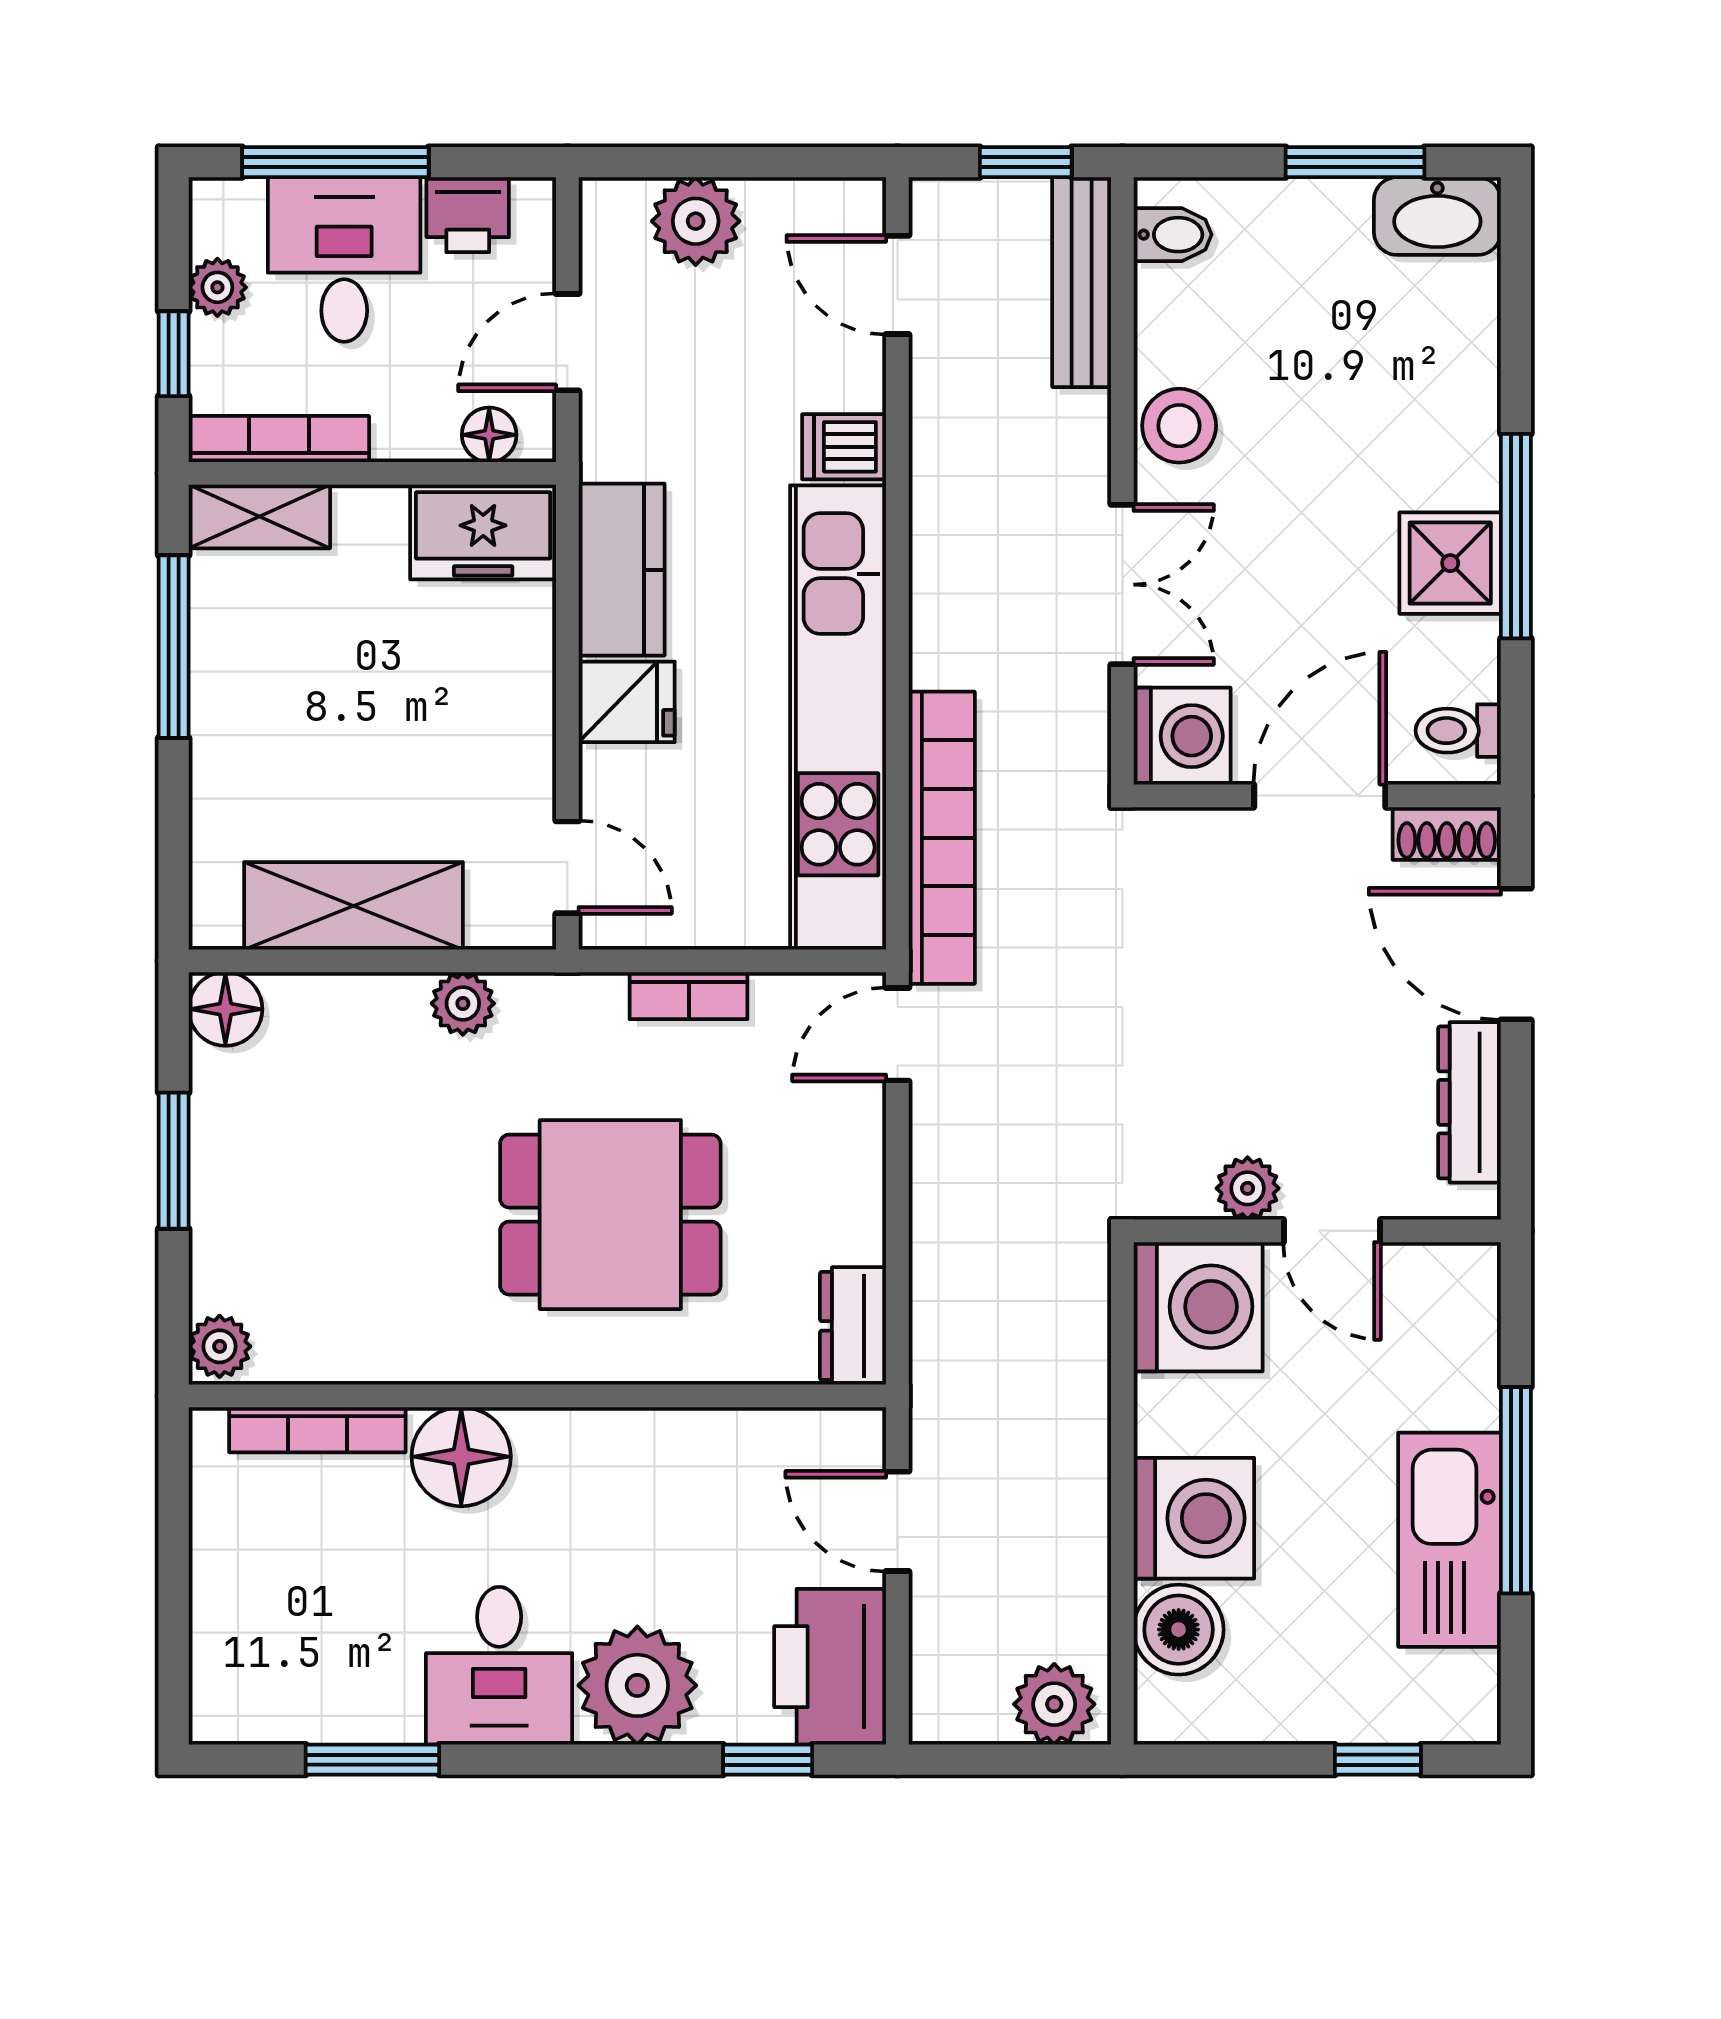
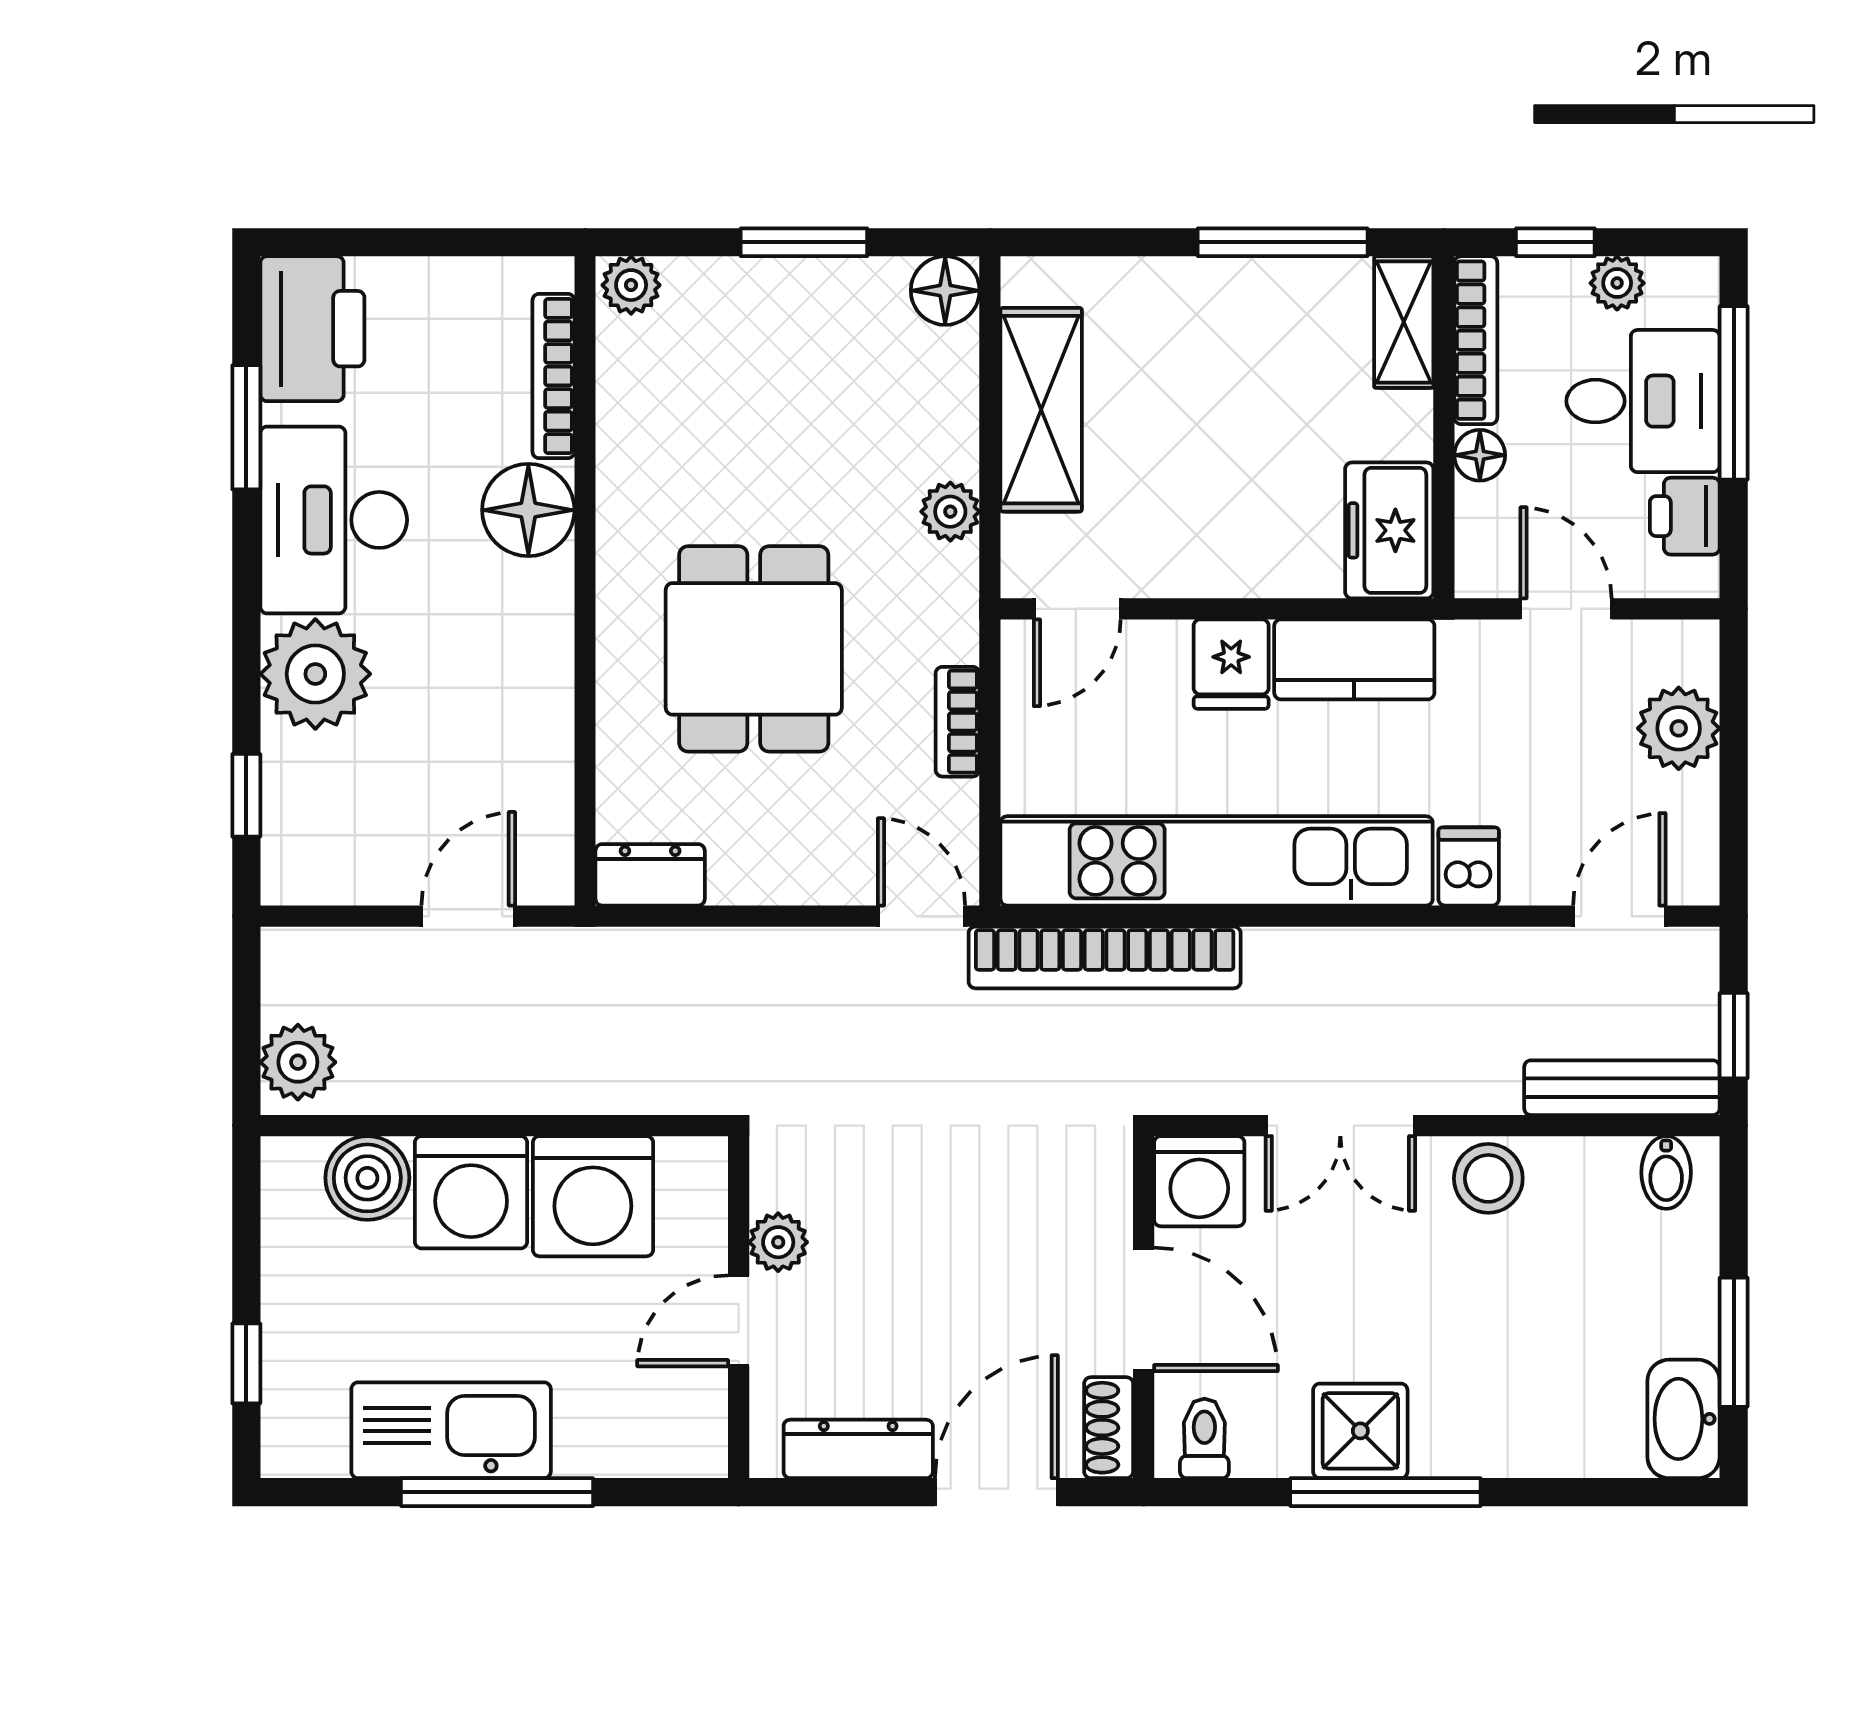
floor lamp: (489, 435) -> (1480, 455), moved
washing machine: (1198, 1307) -> (593, 1196), moved
desk: (499, 1666) -> (334, 520), width x1.37
printer: (830, 1667) -> (312, 329), moved, turned 90

